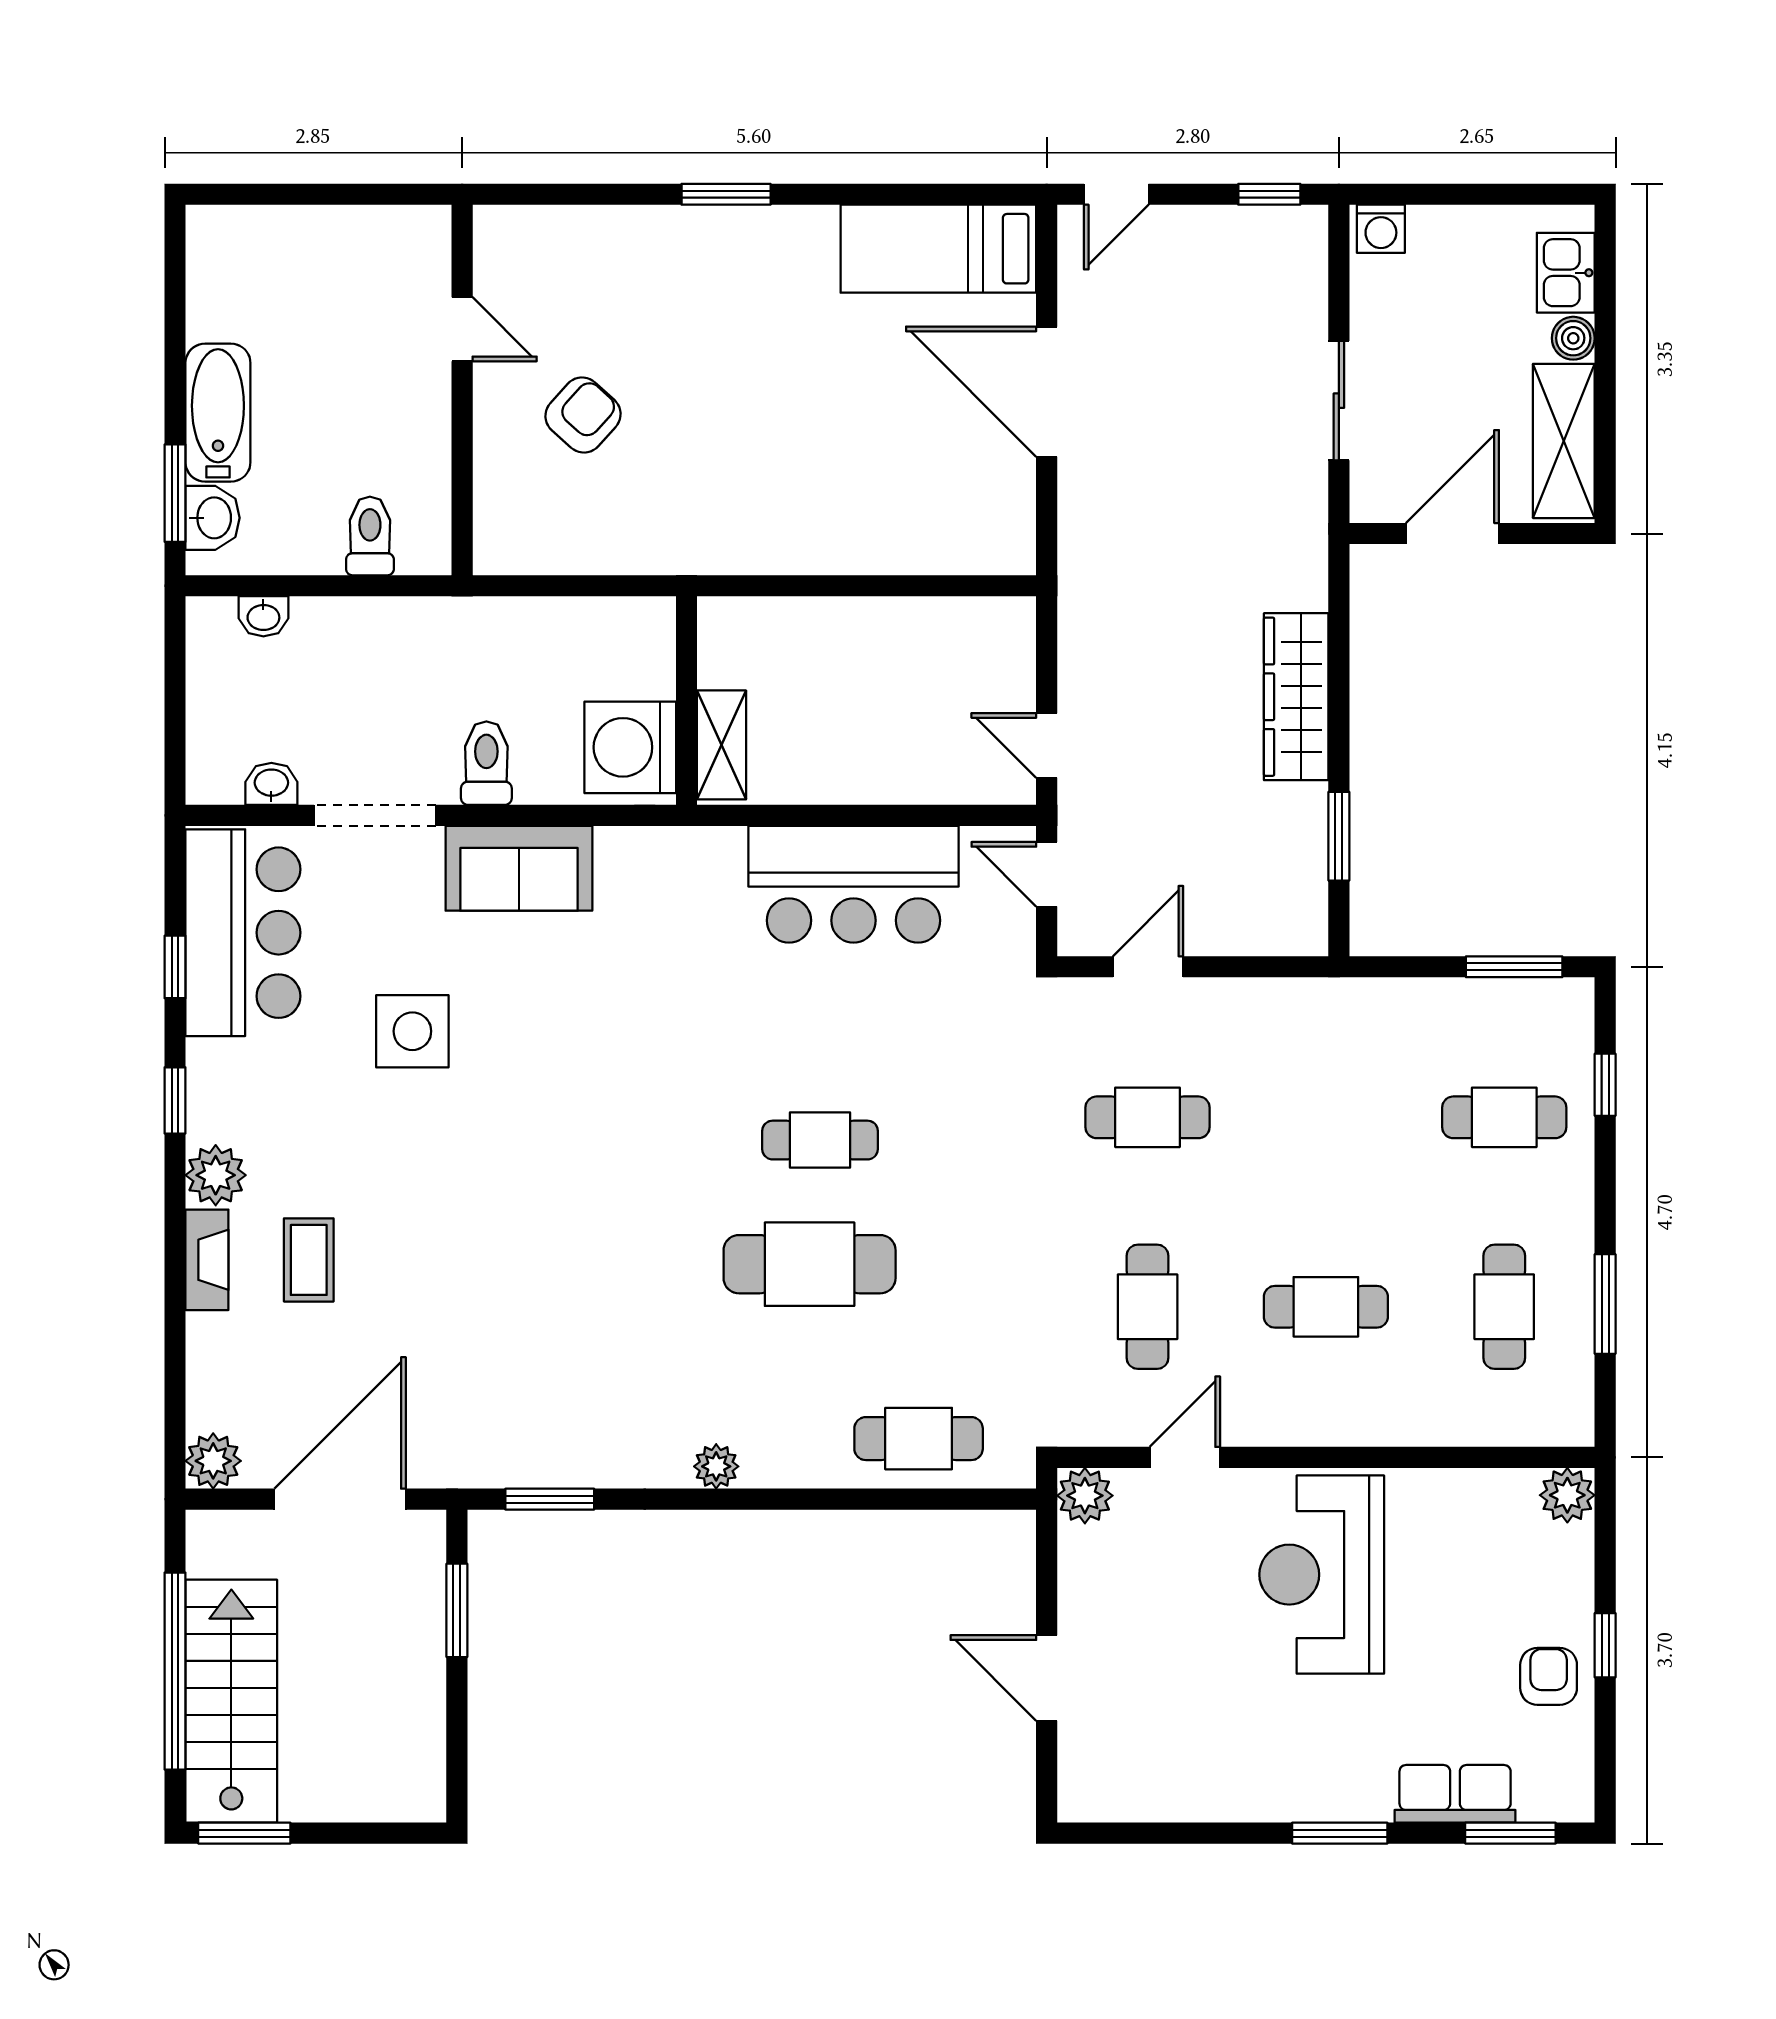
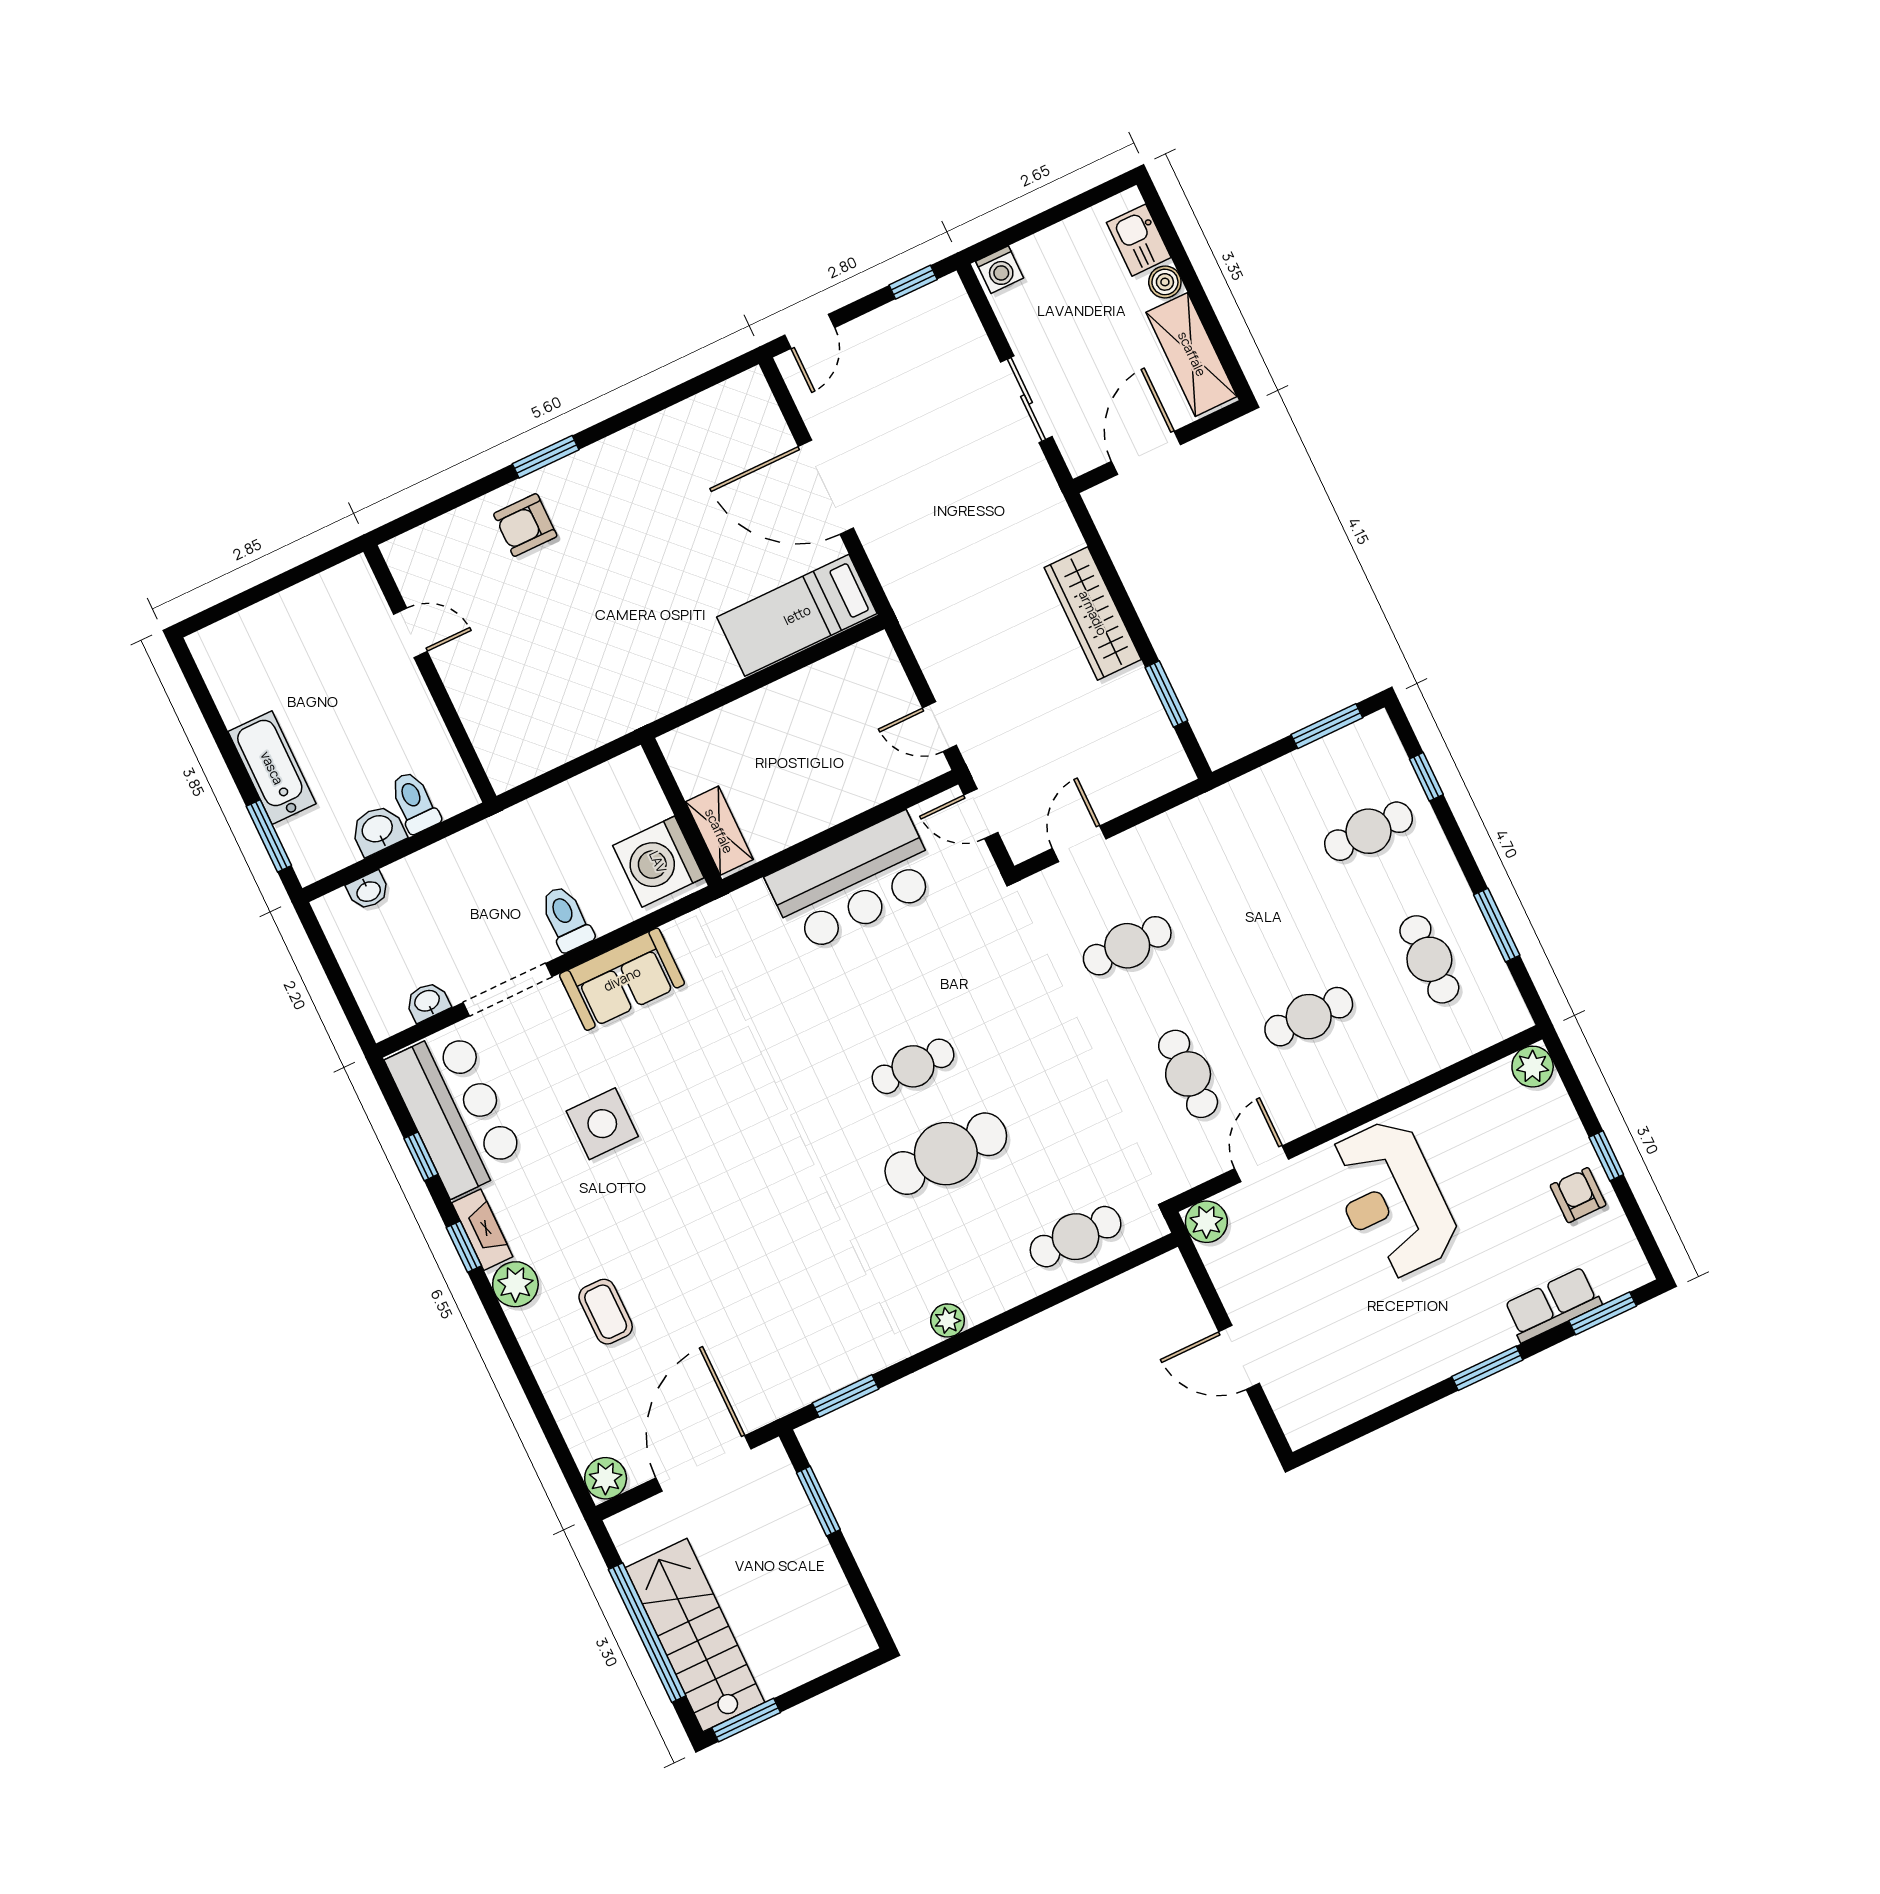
bed: (938, 249) -> (797, 615), moved
armchair: (583, 415) -> (525, 525), moved, turned -132
washbasin: (213, 518) -> (378, 830), moved, turned -90
fireplace: (207, 1260) -> (482, 1230), moved

